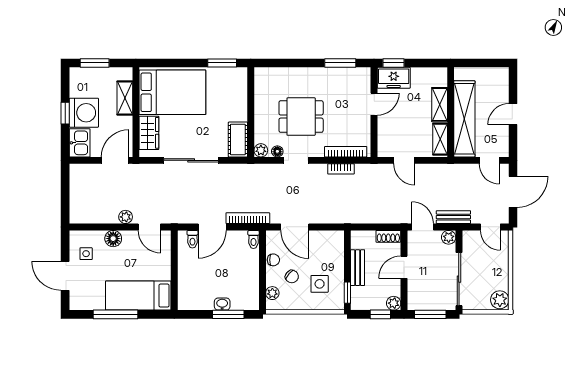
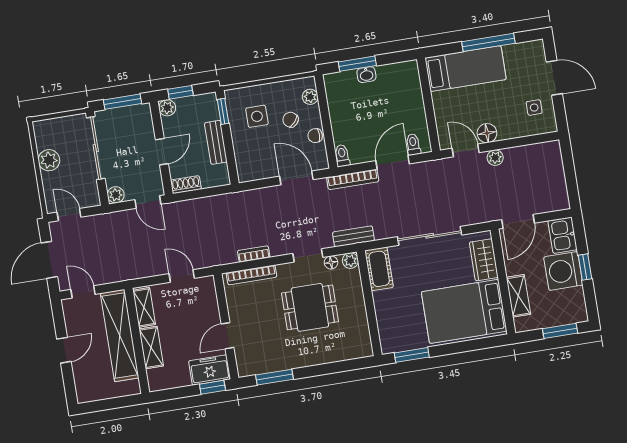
bench: (453, 217) -> (353, 236), moved
floor lamp: (113, 239) -> (487, 133), moved
plant: (500, 300) -> (49, 160), moved

